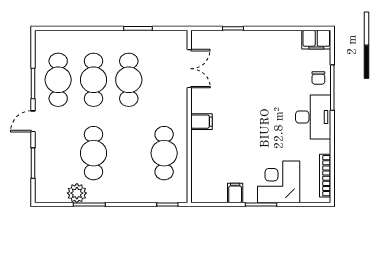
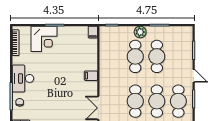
door: (33, 121) -> (194, 76), hinge flipped
cafe table: (164, 153) -> (135, 56), moved
plant: (77, 193) -> (140, 32), moved
filing cabinet: (235, 193) -> (93, 32), moved

